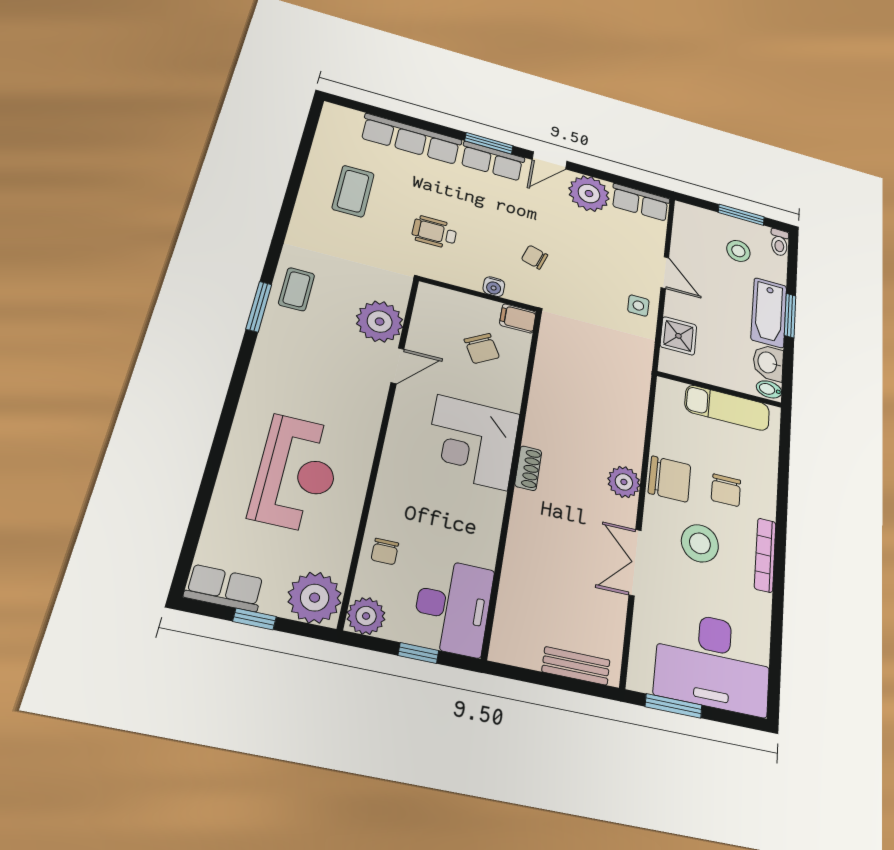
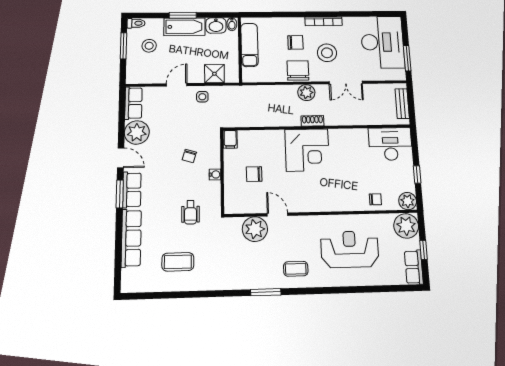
coffee table: (297, 289) -> (296, 269), moved
filing cabinet: (518, 318) -> (230, 139), moved
chair: (482, 348) -> (254, 174), turned -150
corner desk: (472, 442) -> (307, 150), moved
shoe rack: (528, 468) -> (312, 121), moved
wall: (513, 473) -> (317, 127), moved
desk: (453, 607) -> (390, 144), moved

